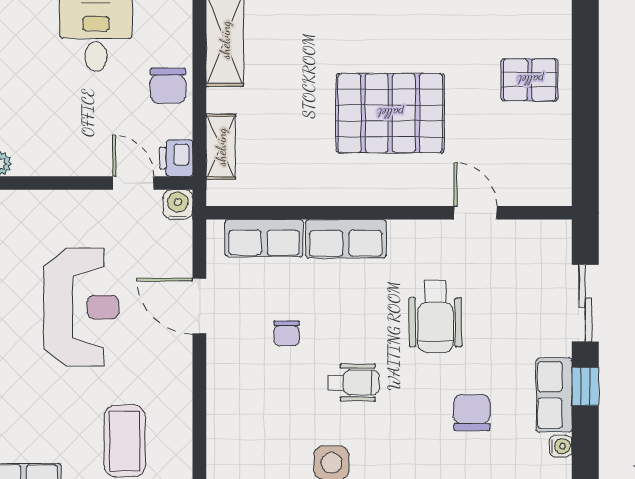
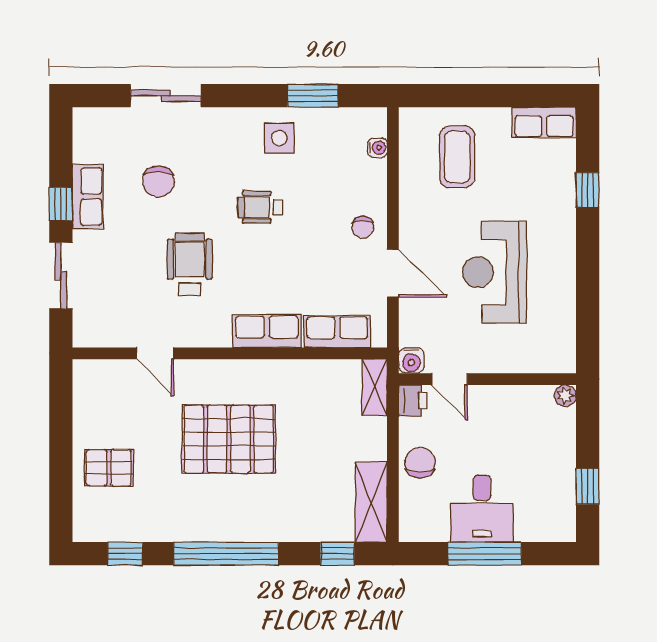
shelving: (221, 147) -> (375, 387), moved
chair: (287, 333) -> (363, 227), moved, turned 180
water cooler: (561, 446) -> (377, 148), moved, turned 180

